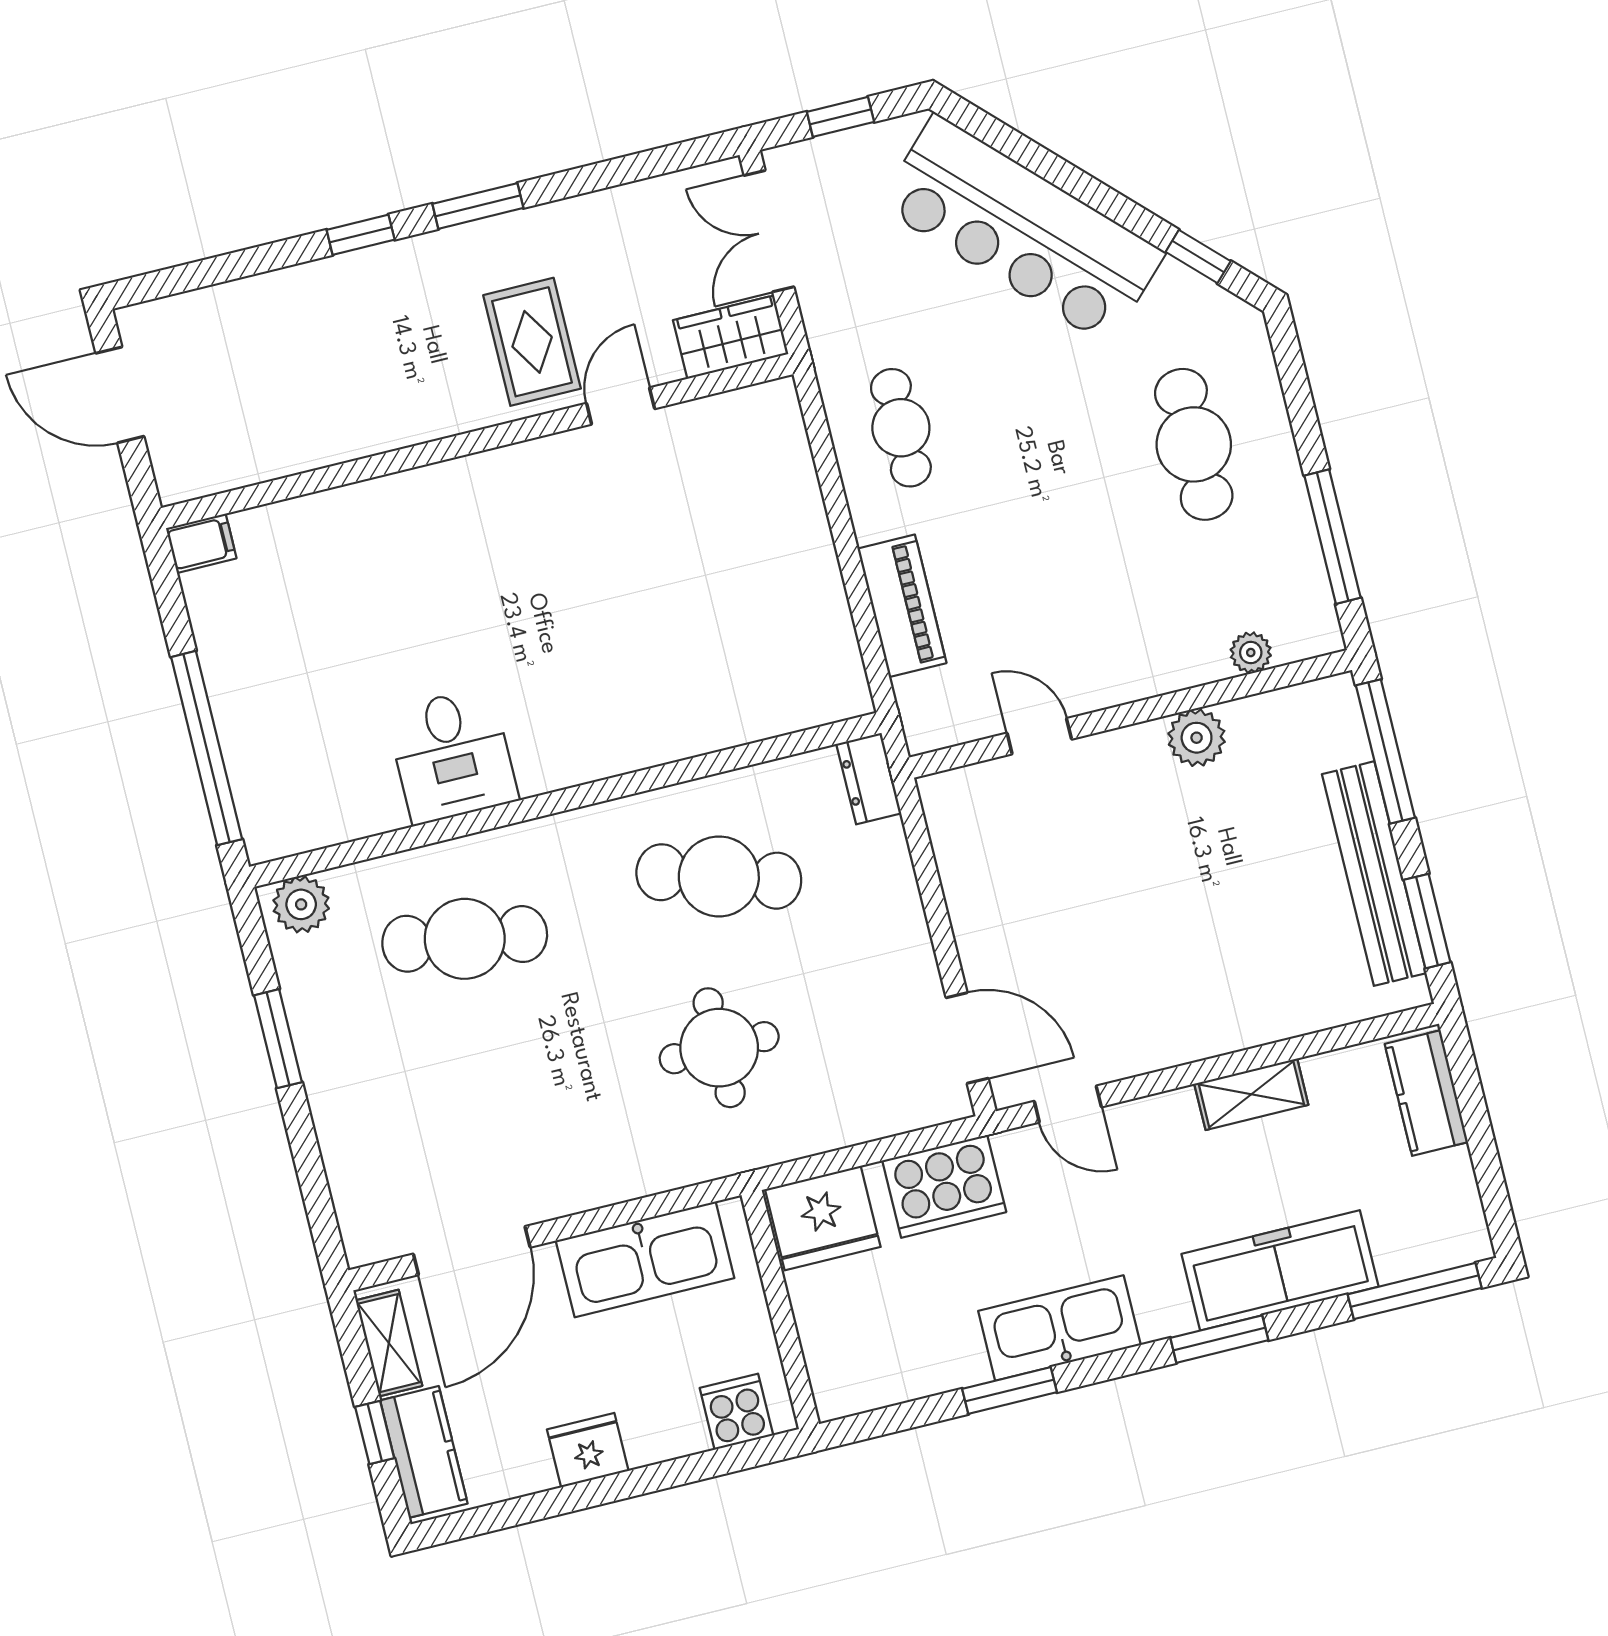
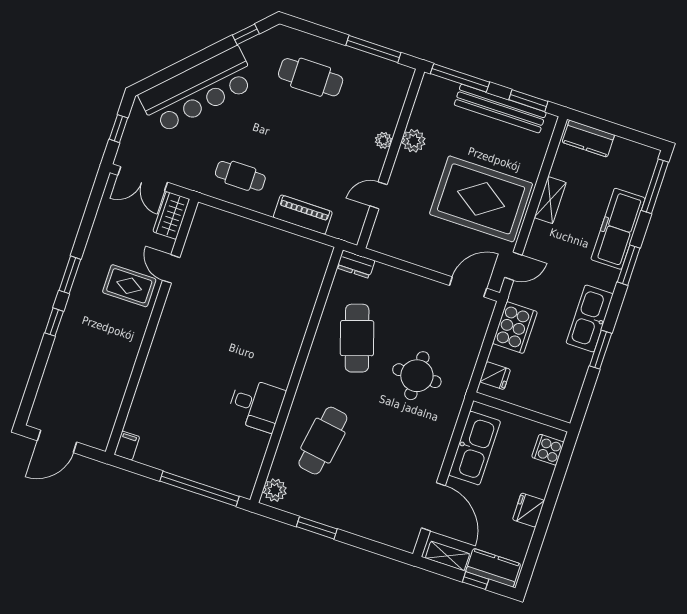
plant: (1251, 653) -> (383, 140), moved
cafe table: (719, 876) -> (357, 338), turned -36
rug: (1164, 951) -> (481, 199), added
fridge: (823, 1218) -> (495, 376), width x0.53, depth x0.75

